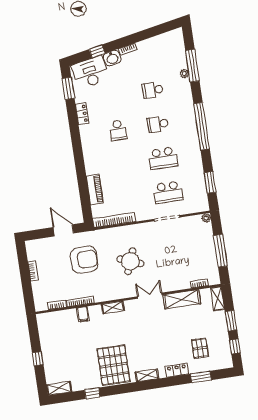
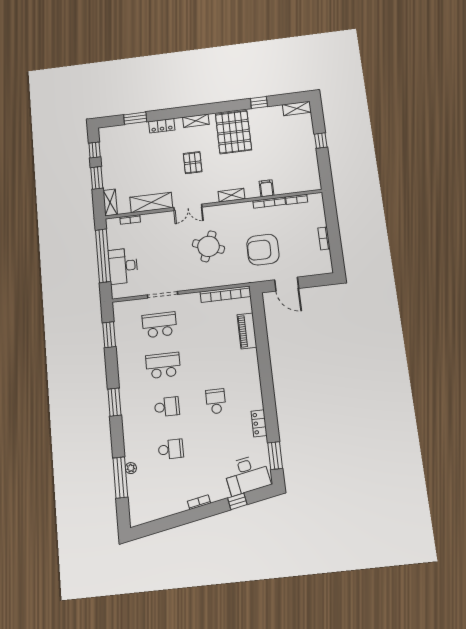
washbasin: (112, 58) -> (219, 492), removed
window: (202, 126) -> (114, 402), width x0.47
plant: (206, 218) -> (117, 294), removed
desk: (202, 242) -> (123, 266), added
window: (220, 251) -> (103, 256), width x1.46
pallet: (200, 348) -> (193, 163), moved

